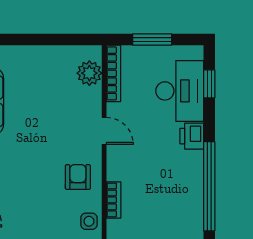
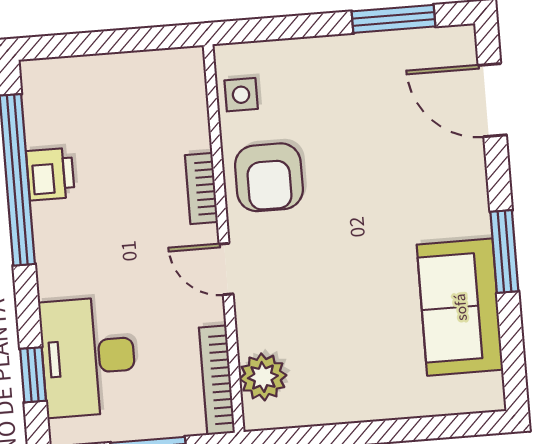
printer: (192, 136) -> (50, 174), moved
armchair: (78, 177) -> (269, 177), width x1.38, depth x1.38
bookcase: (114, 200) -> (201, 189), moved

